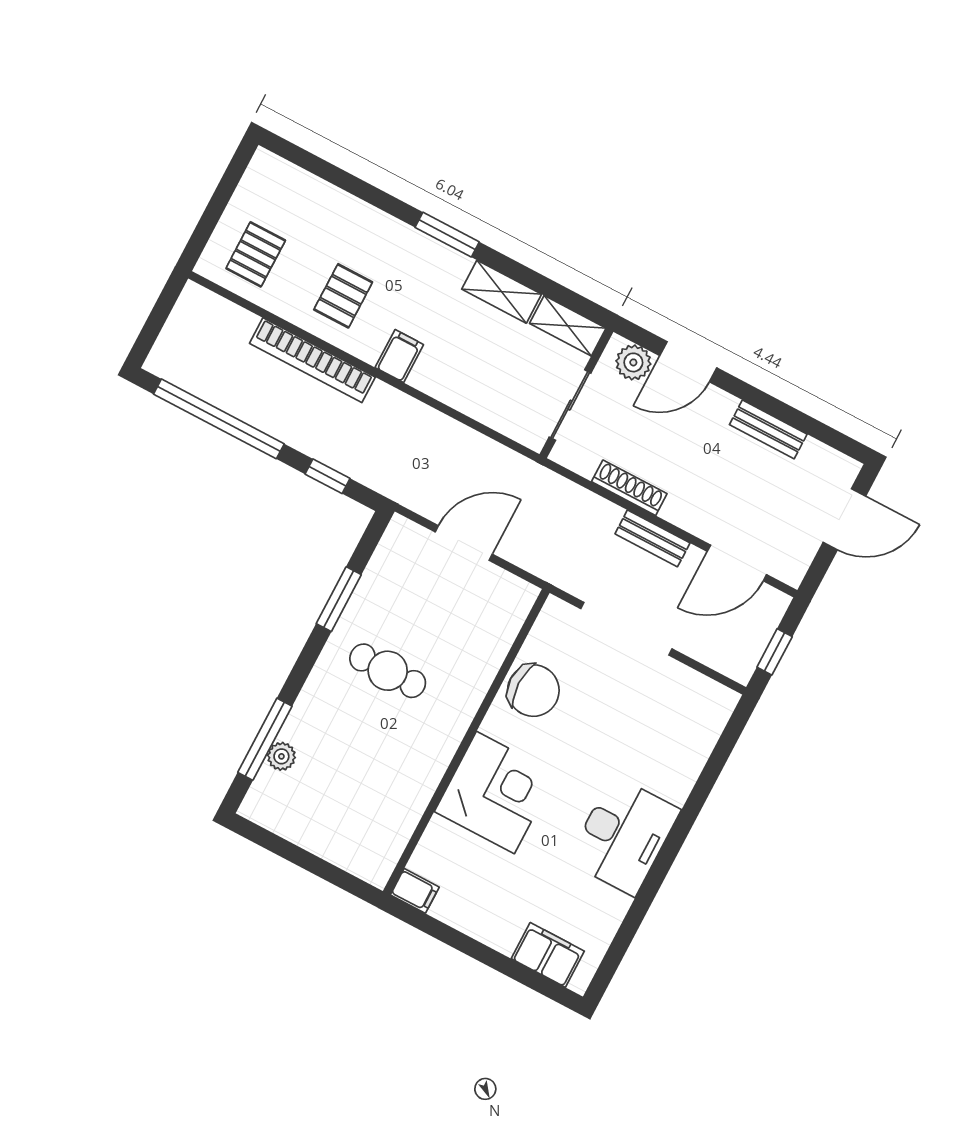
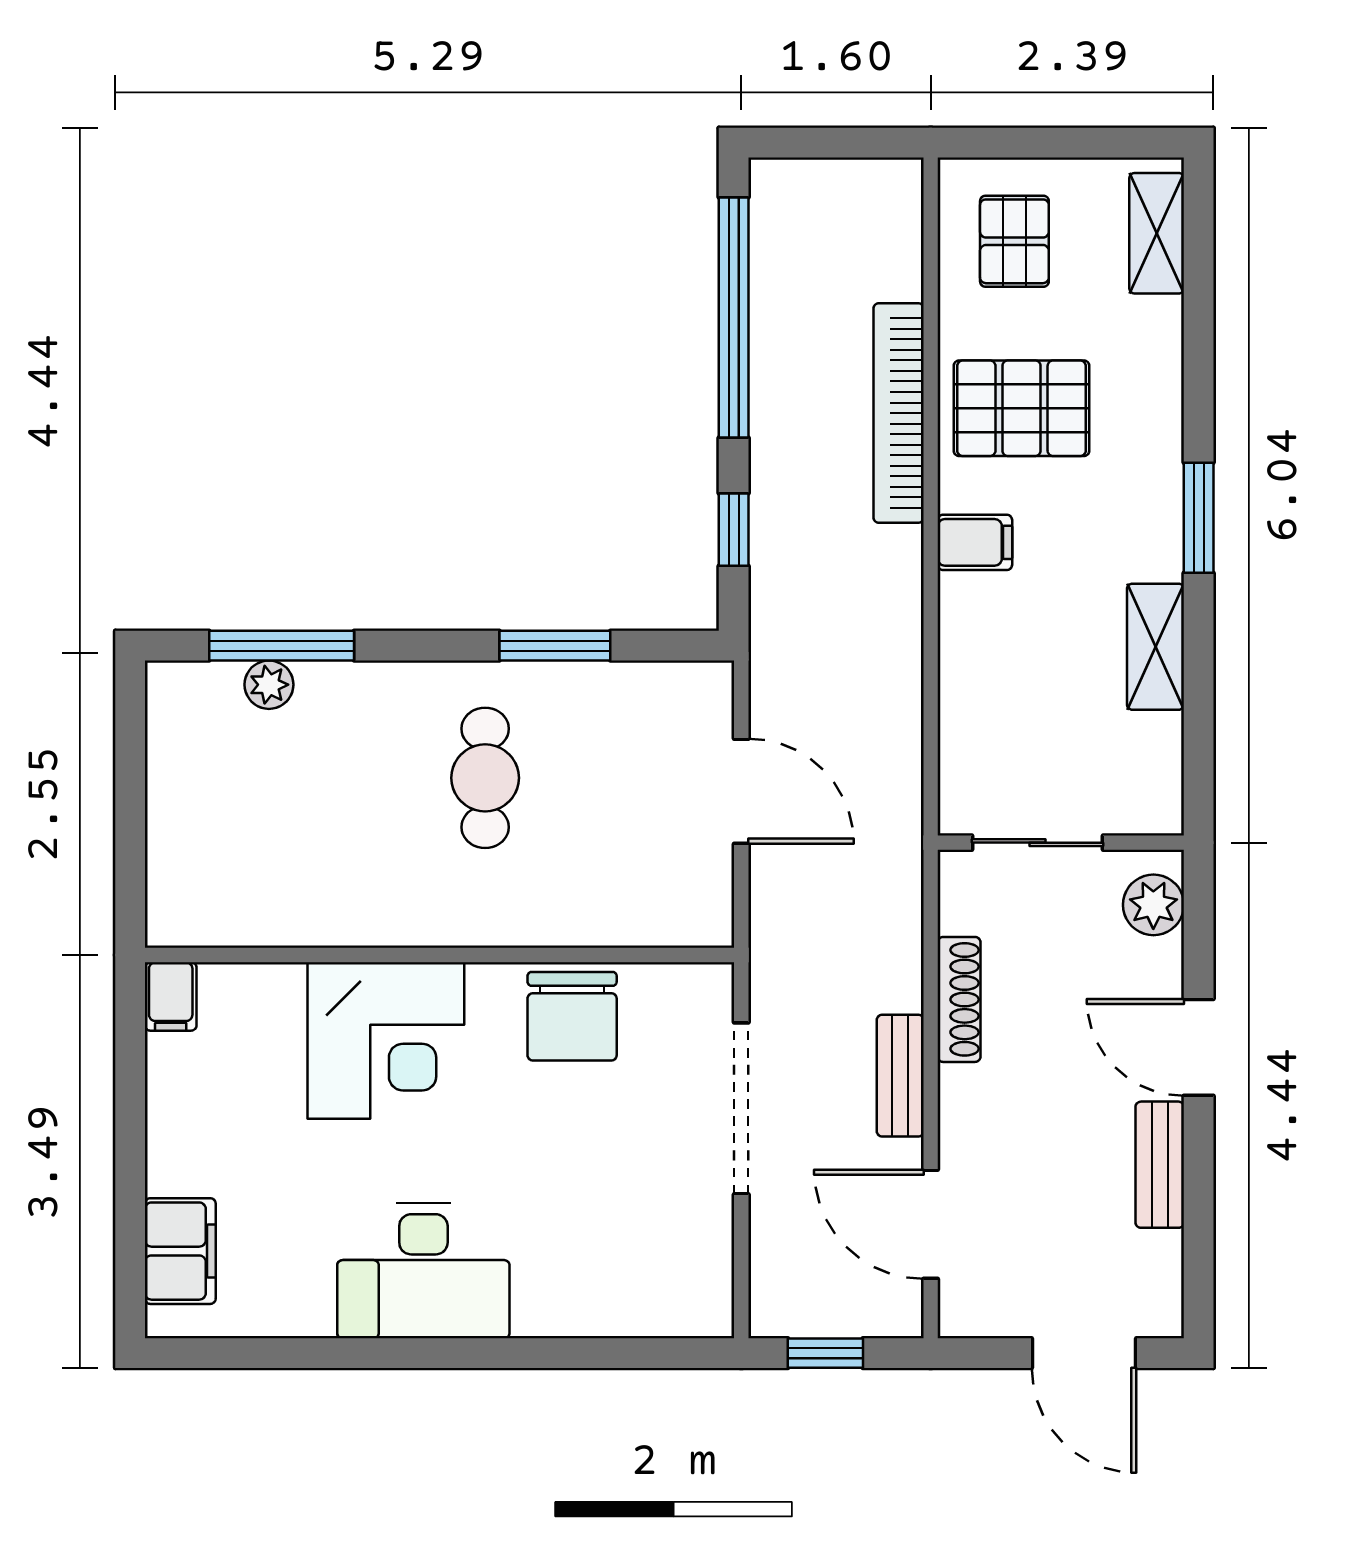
pallet: (256, 254) -> (1014, 241), turned 90
pallet: (343, 296) -> (1022, 408), width x1.50, depth x1.42
shelving: (568, 326) -> (1157, 233), moved
door: (688, 362) -> (1199, 1047), moved

